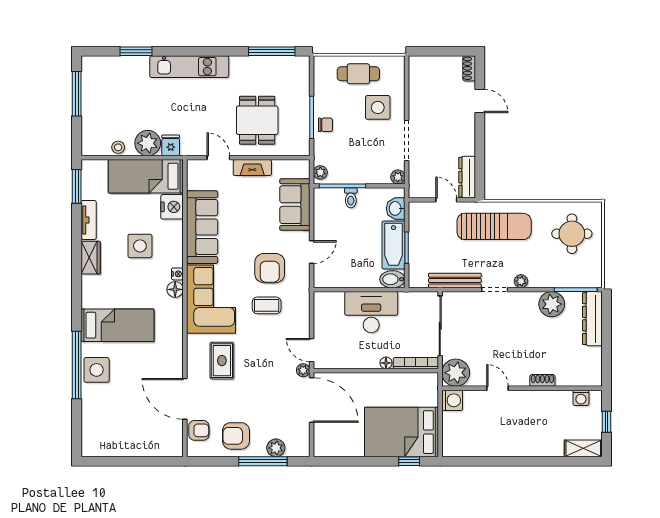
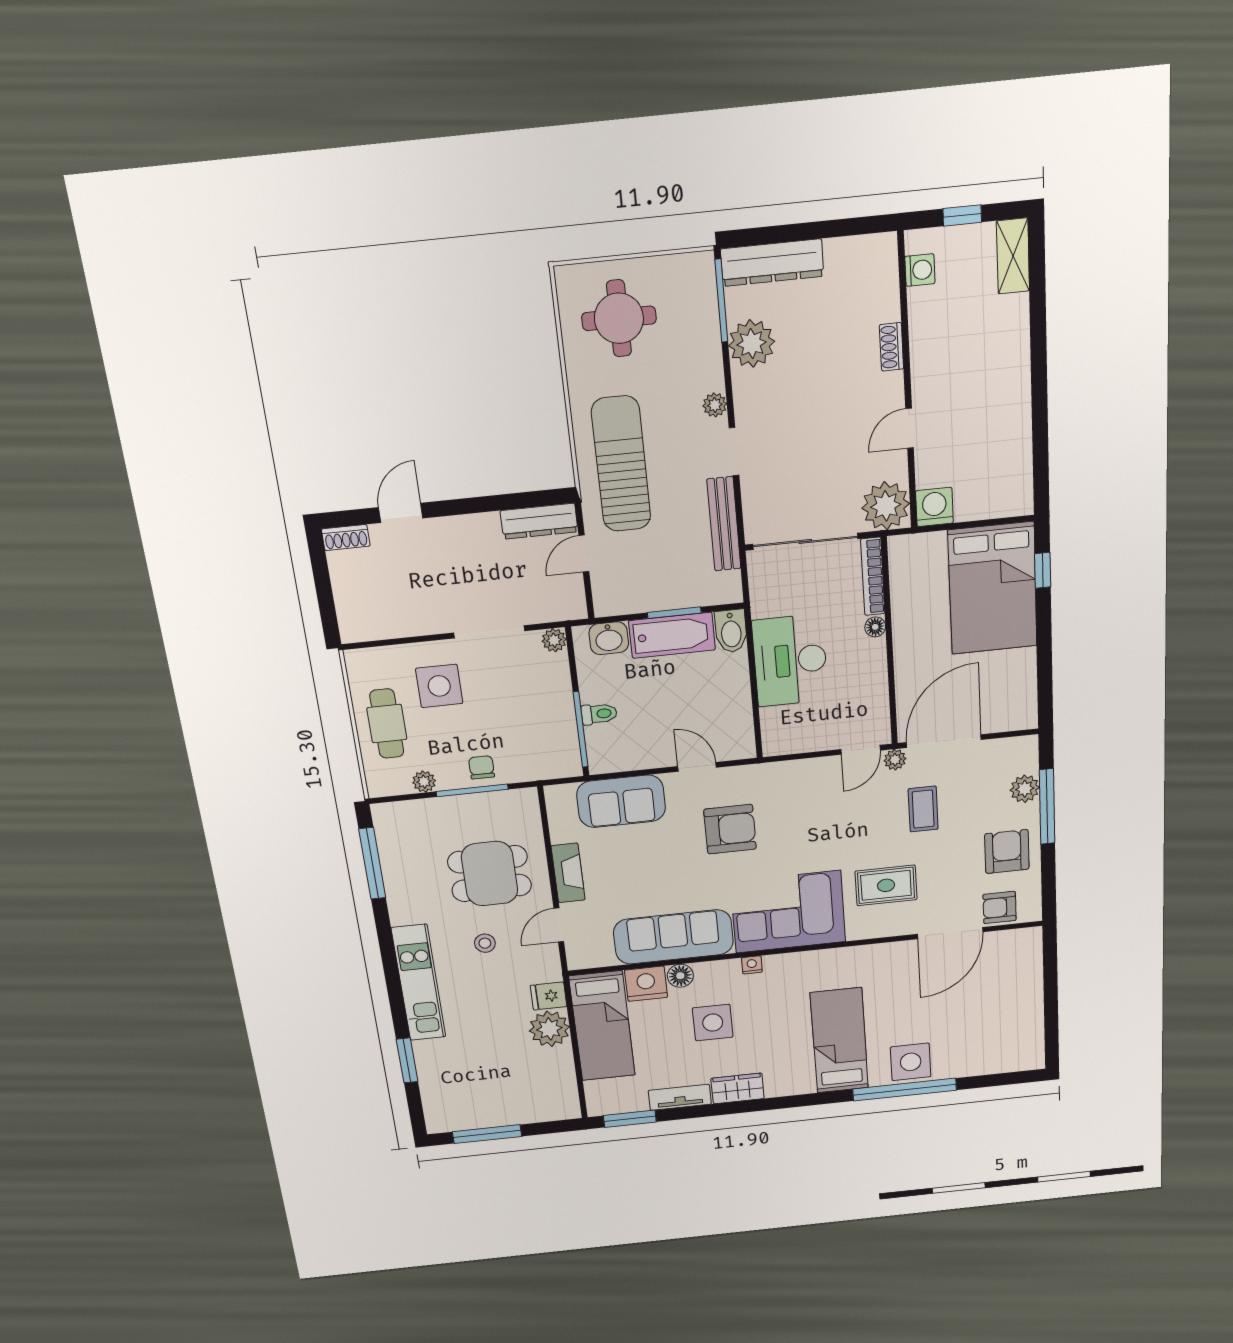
stool: (118, 147) -> (485, 943), moved
plant: (320, 172) -> (424, 782), moved
floor lamp: (175, 289) -> (680, 976), moved
coffee table: (267, 305) -> (923, 809), moved
armchair: (199, 430) -> (999, 907), turned -90
armchair: (236, 436) -> (1007, 852), turned 180

